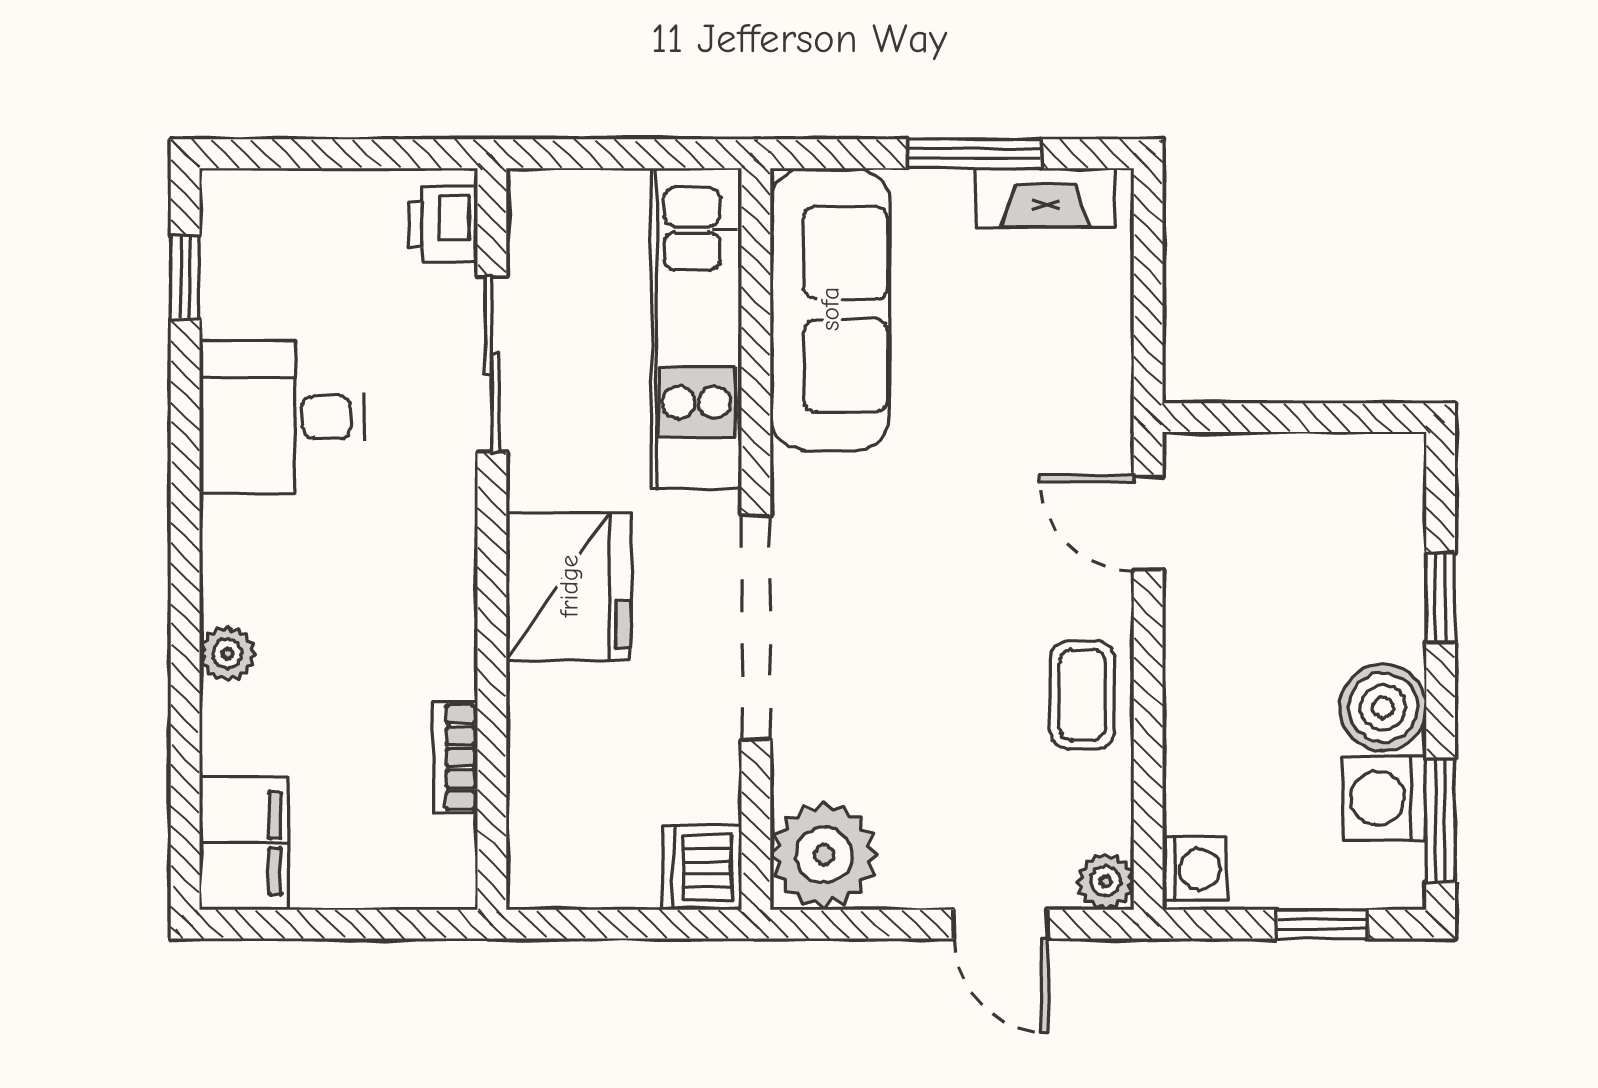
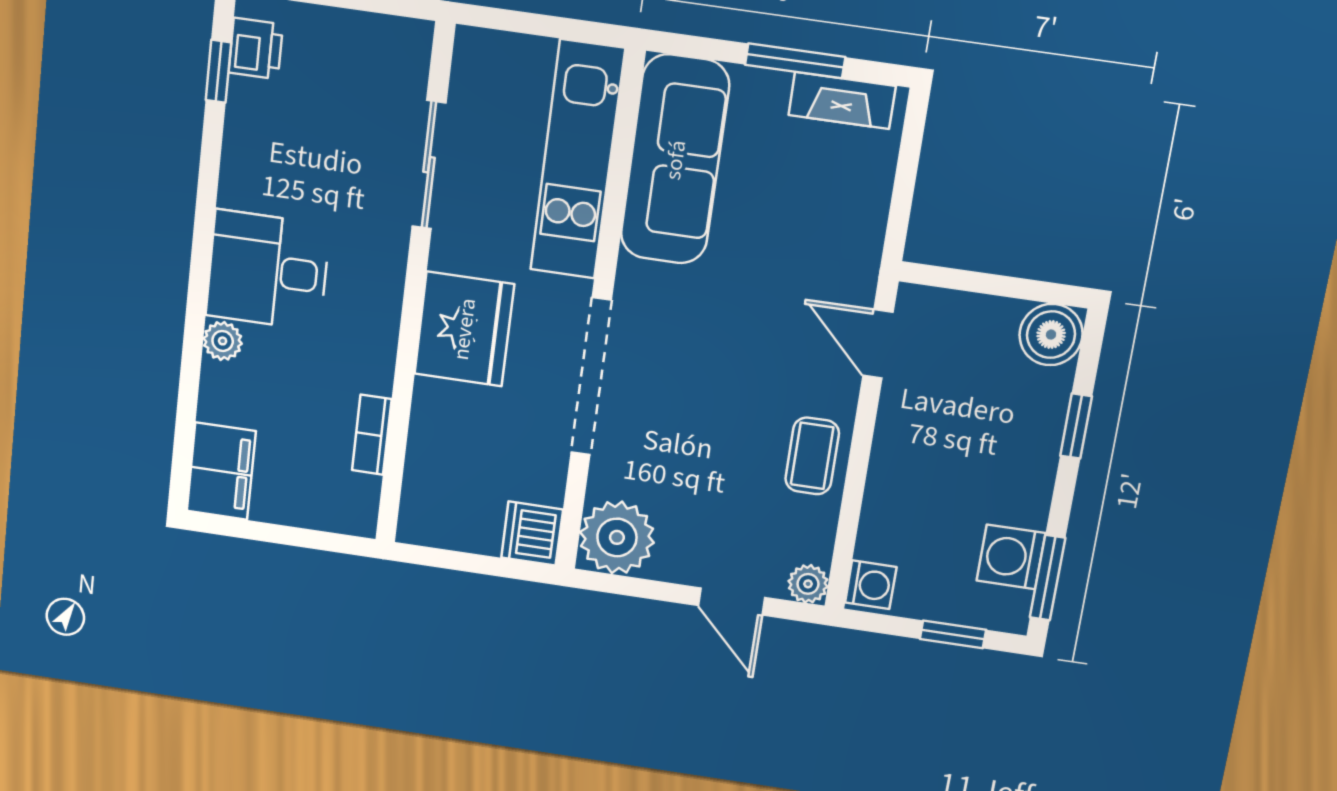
printer: (443, 224) -> (256, 49), moved, turned 180
desk: (282, 417) -> (268, 270), moved
boiler: (1383, 707) -> (1051, 335), moved

